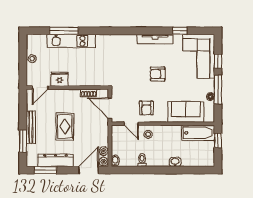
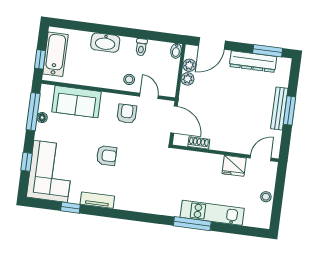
window: (64, 31) -> (192, 224), moved
tv unit: (155, 39) -> (97, 200), width x0.71
window: (218, 89) -> (33, 112), moved
rug: (65, 127) -> (235, 104), removed
bathtub: (198, 133) -> (55, 54), moved, turned 90
window: (23, 141) -> (290, 111), moved
plant: (104, 162) -> (188, 79), moved
washbasin: (175, 162) -> (105, 43), width x1.91, depth x1.45

